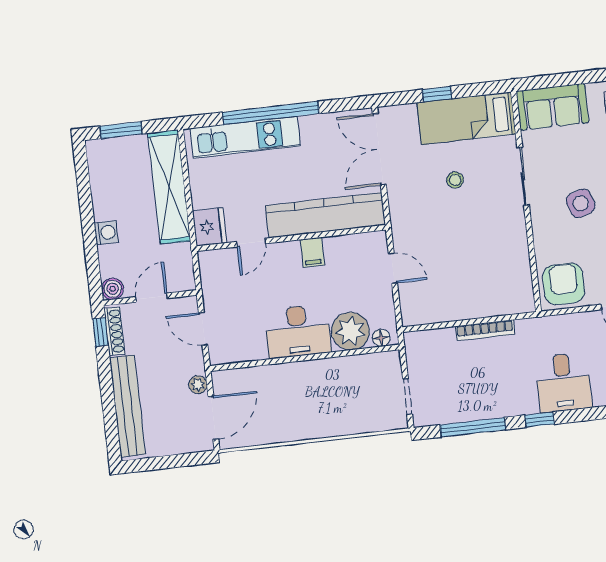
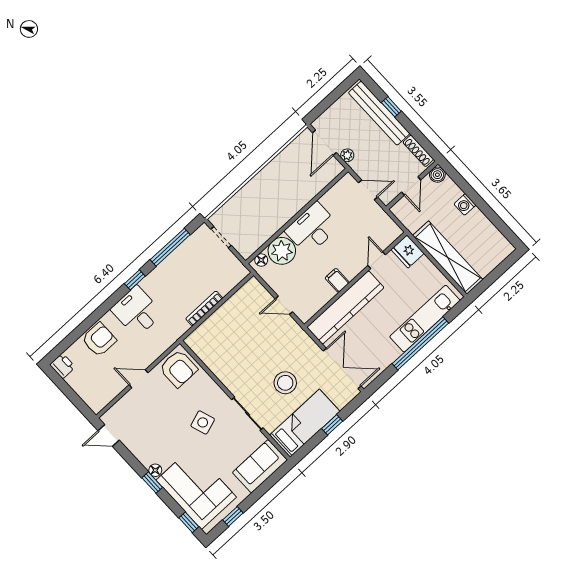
window: (121, 130) -> (500, 270), removed
stool: (455, 180) -> (285, 383), width x1.89, depth x1.89
window: (100, 332) -> (391, 107), moved

